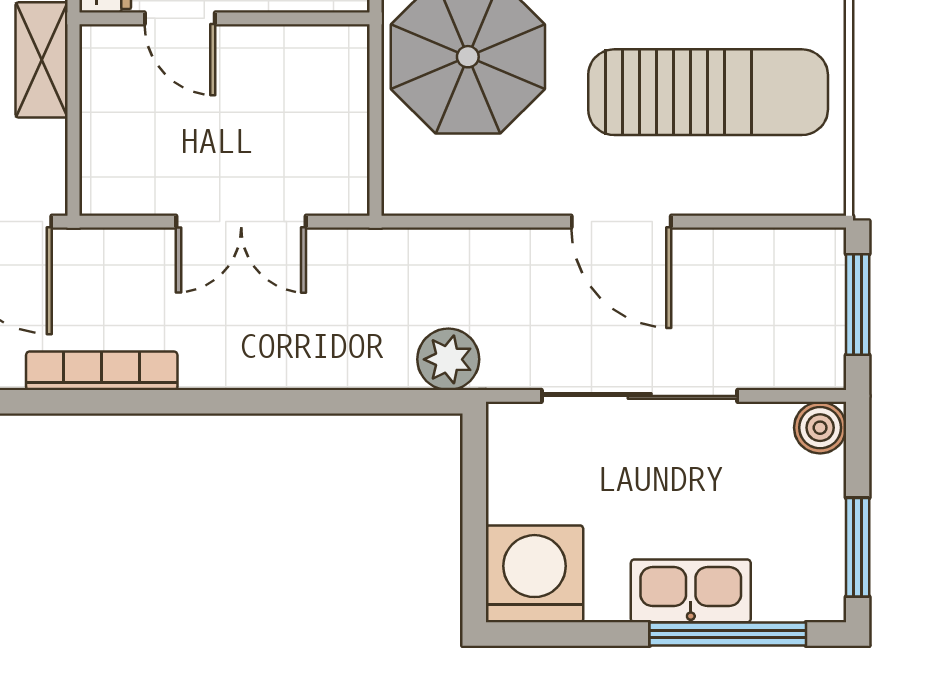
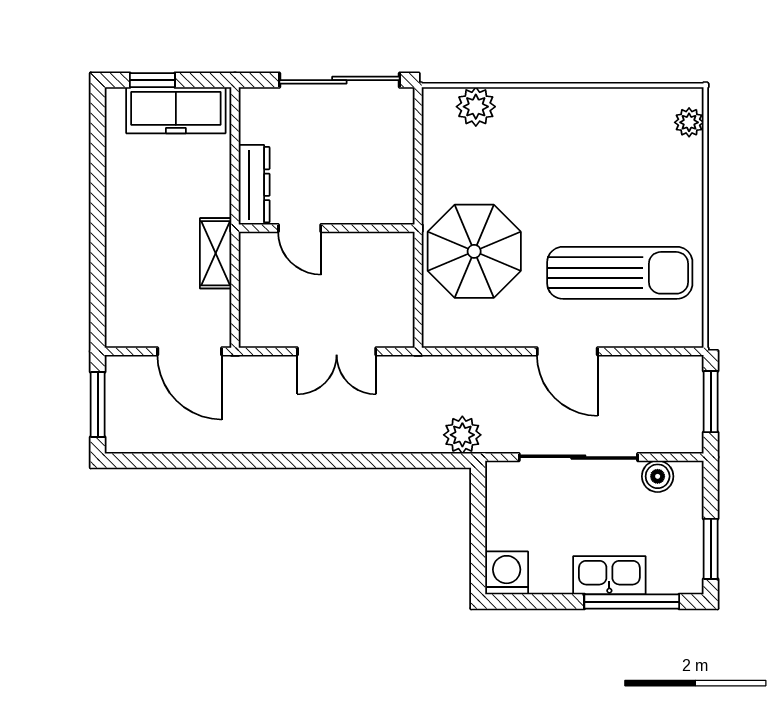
bookcase: (102, 371) -> (252, 442), removed
boiler: (820, 428) -> (658, 476), moved
washing machine: (534, 574) -> (507, 573), width x0.73, depth x0.73

